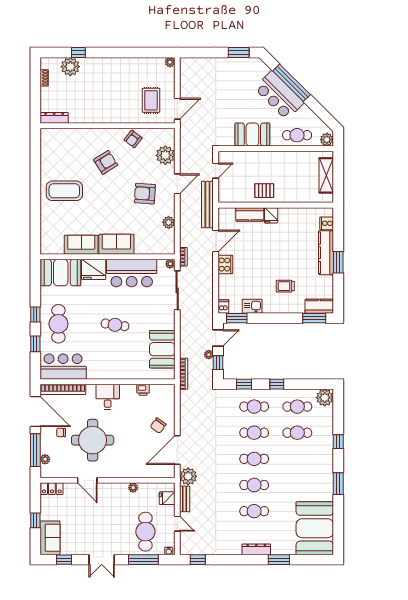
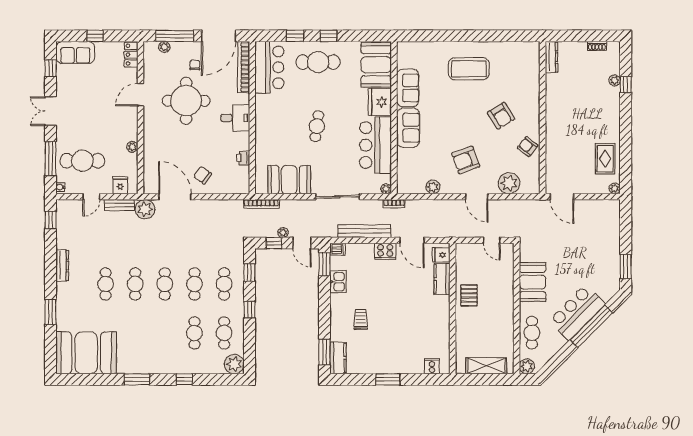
plant: (70, 67) -> (615, 80), width x0.53, depth x0.53
rug: (151, 100) -> (605, 159), moved, turned 90
coffee table: (64, 191) -> (469, 69), turned 90
armchair: (145, 194) -> (466, 160), turned -114
bench: (207, 205) -> (364, 231), moved
fridge: (271, 215) -> (441, 255), moved
kitchen counter: (326, 253) -> (399, 366), removed
sliding door: (177, 290) -> (338, 197), moved
dresser: (256, 549) -> (62, 265), moved

